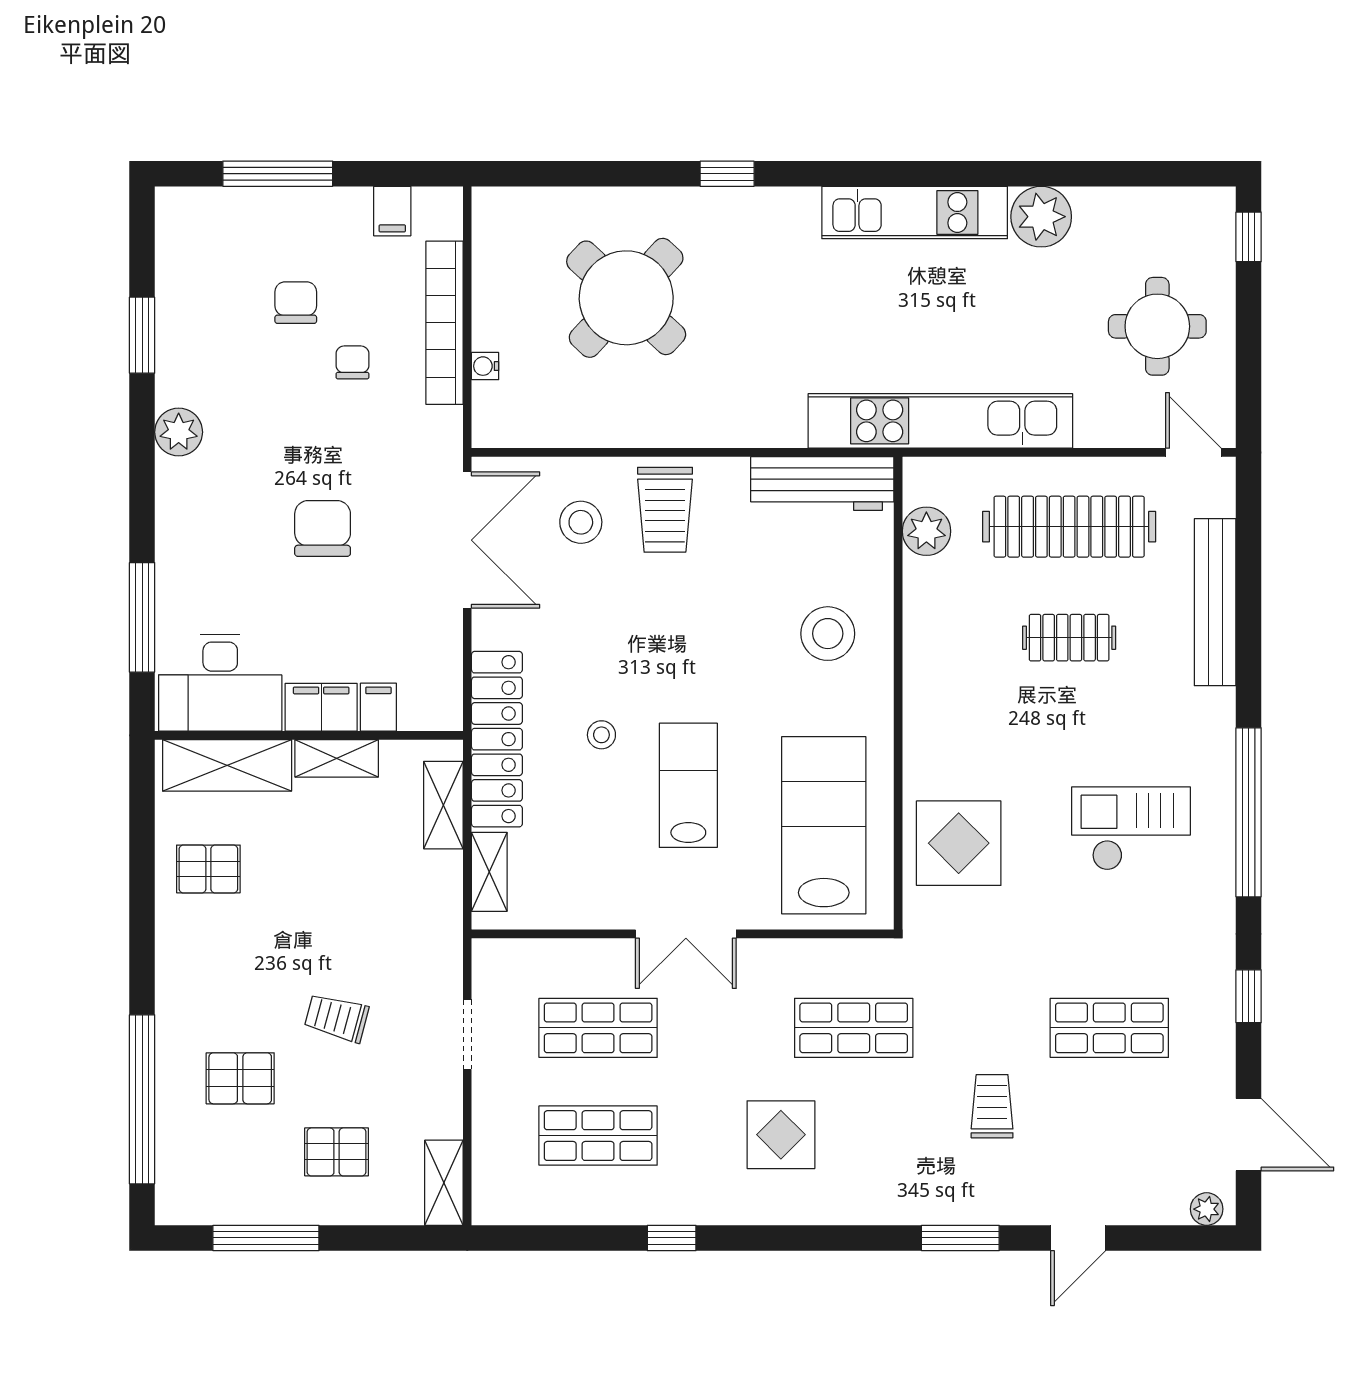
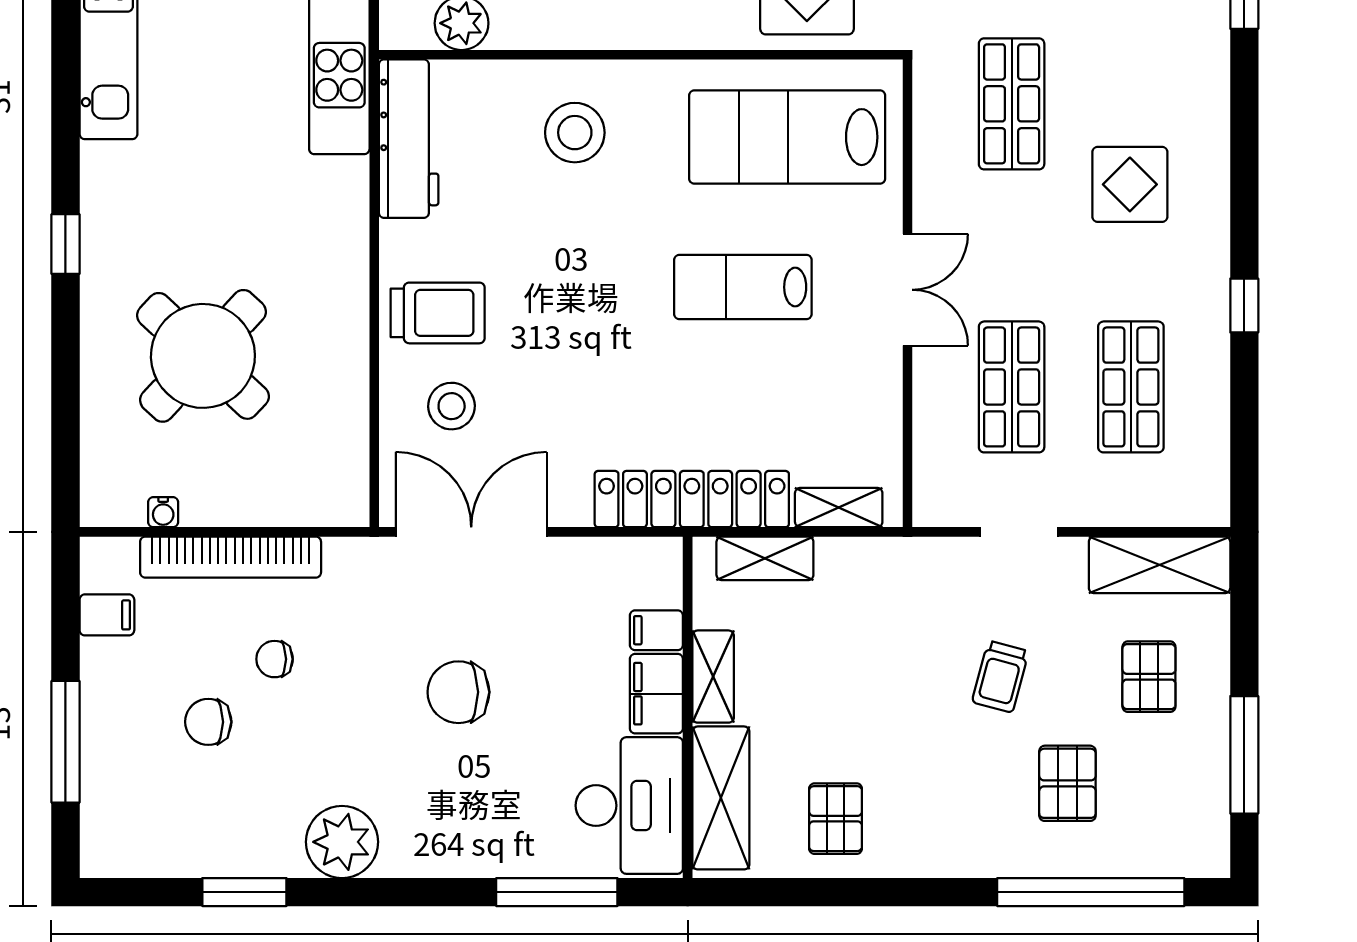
water cooler: (485, 366) -> (163, 512), moved
plant: (179, 432) -> (342, 842), width x1.36, depth x1.36
stool: (601, 735) -> (687, 383), removed
shelving: (444, 1183) -> (1160, 565), width x1.50, depth x1.33

